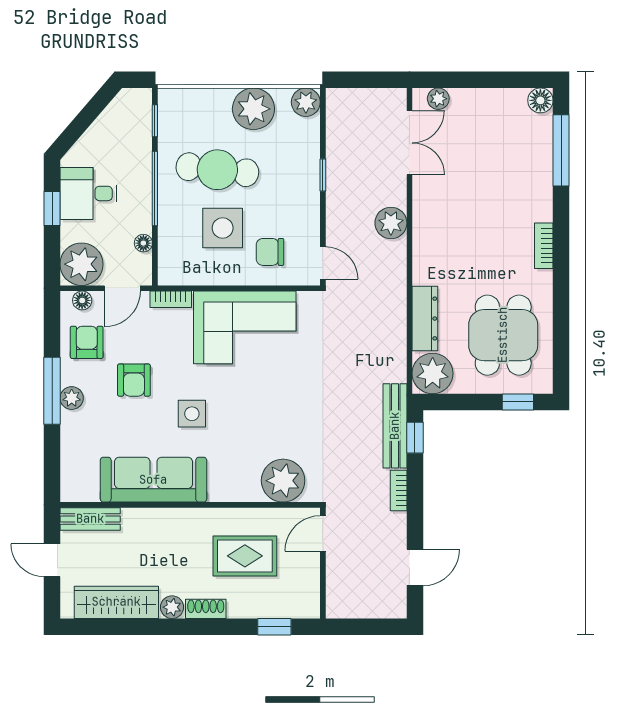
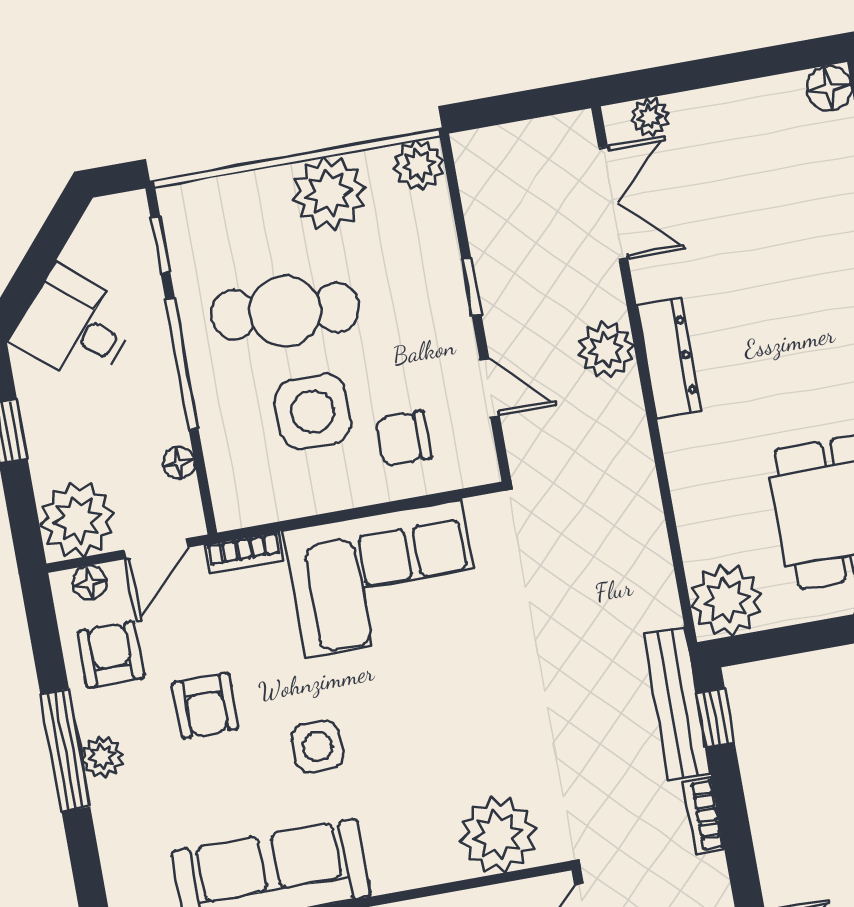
desk: (88, 193) -> (75, 326), moved, turned 41
door: (323, 263) -> (490, 388), moved
dresser: (425, 319) -> (669, 358), moved

